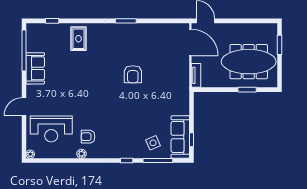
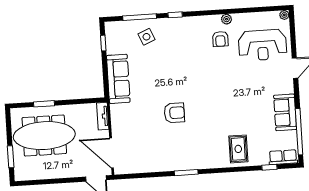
row of seats: (40, 29) -> (283, 157), added
armchair: (133, 74) -> (174, 113), turned 90
reception desk: (51, 129) -> (263, 45), turned 180
armchair: (88, 137) -> (220, 39), turned 90
sofa: (180, 137) -> (118, 79), moved

